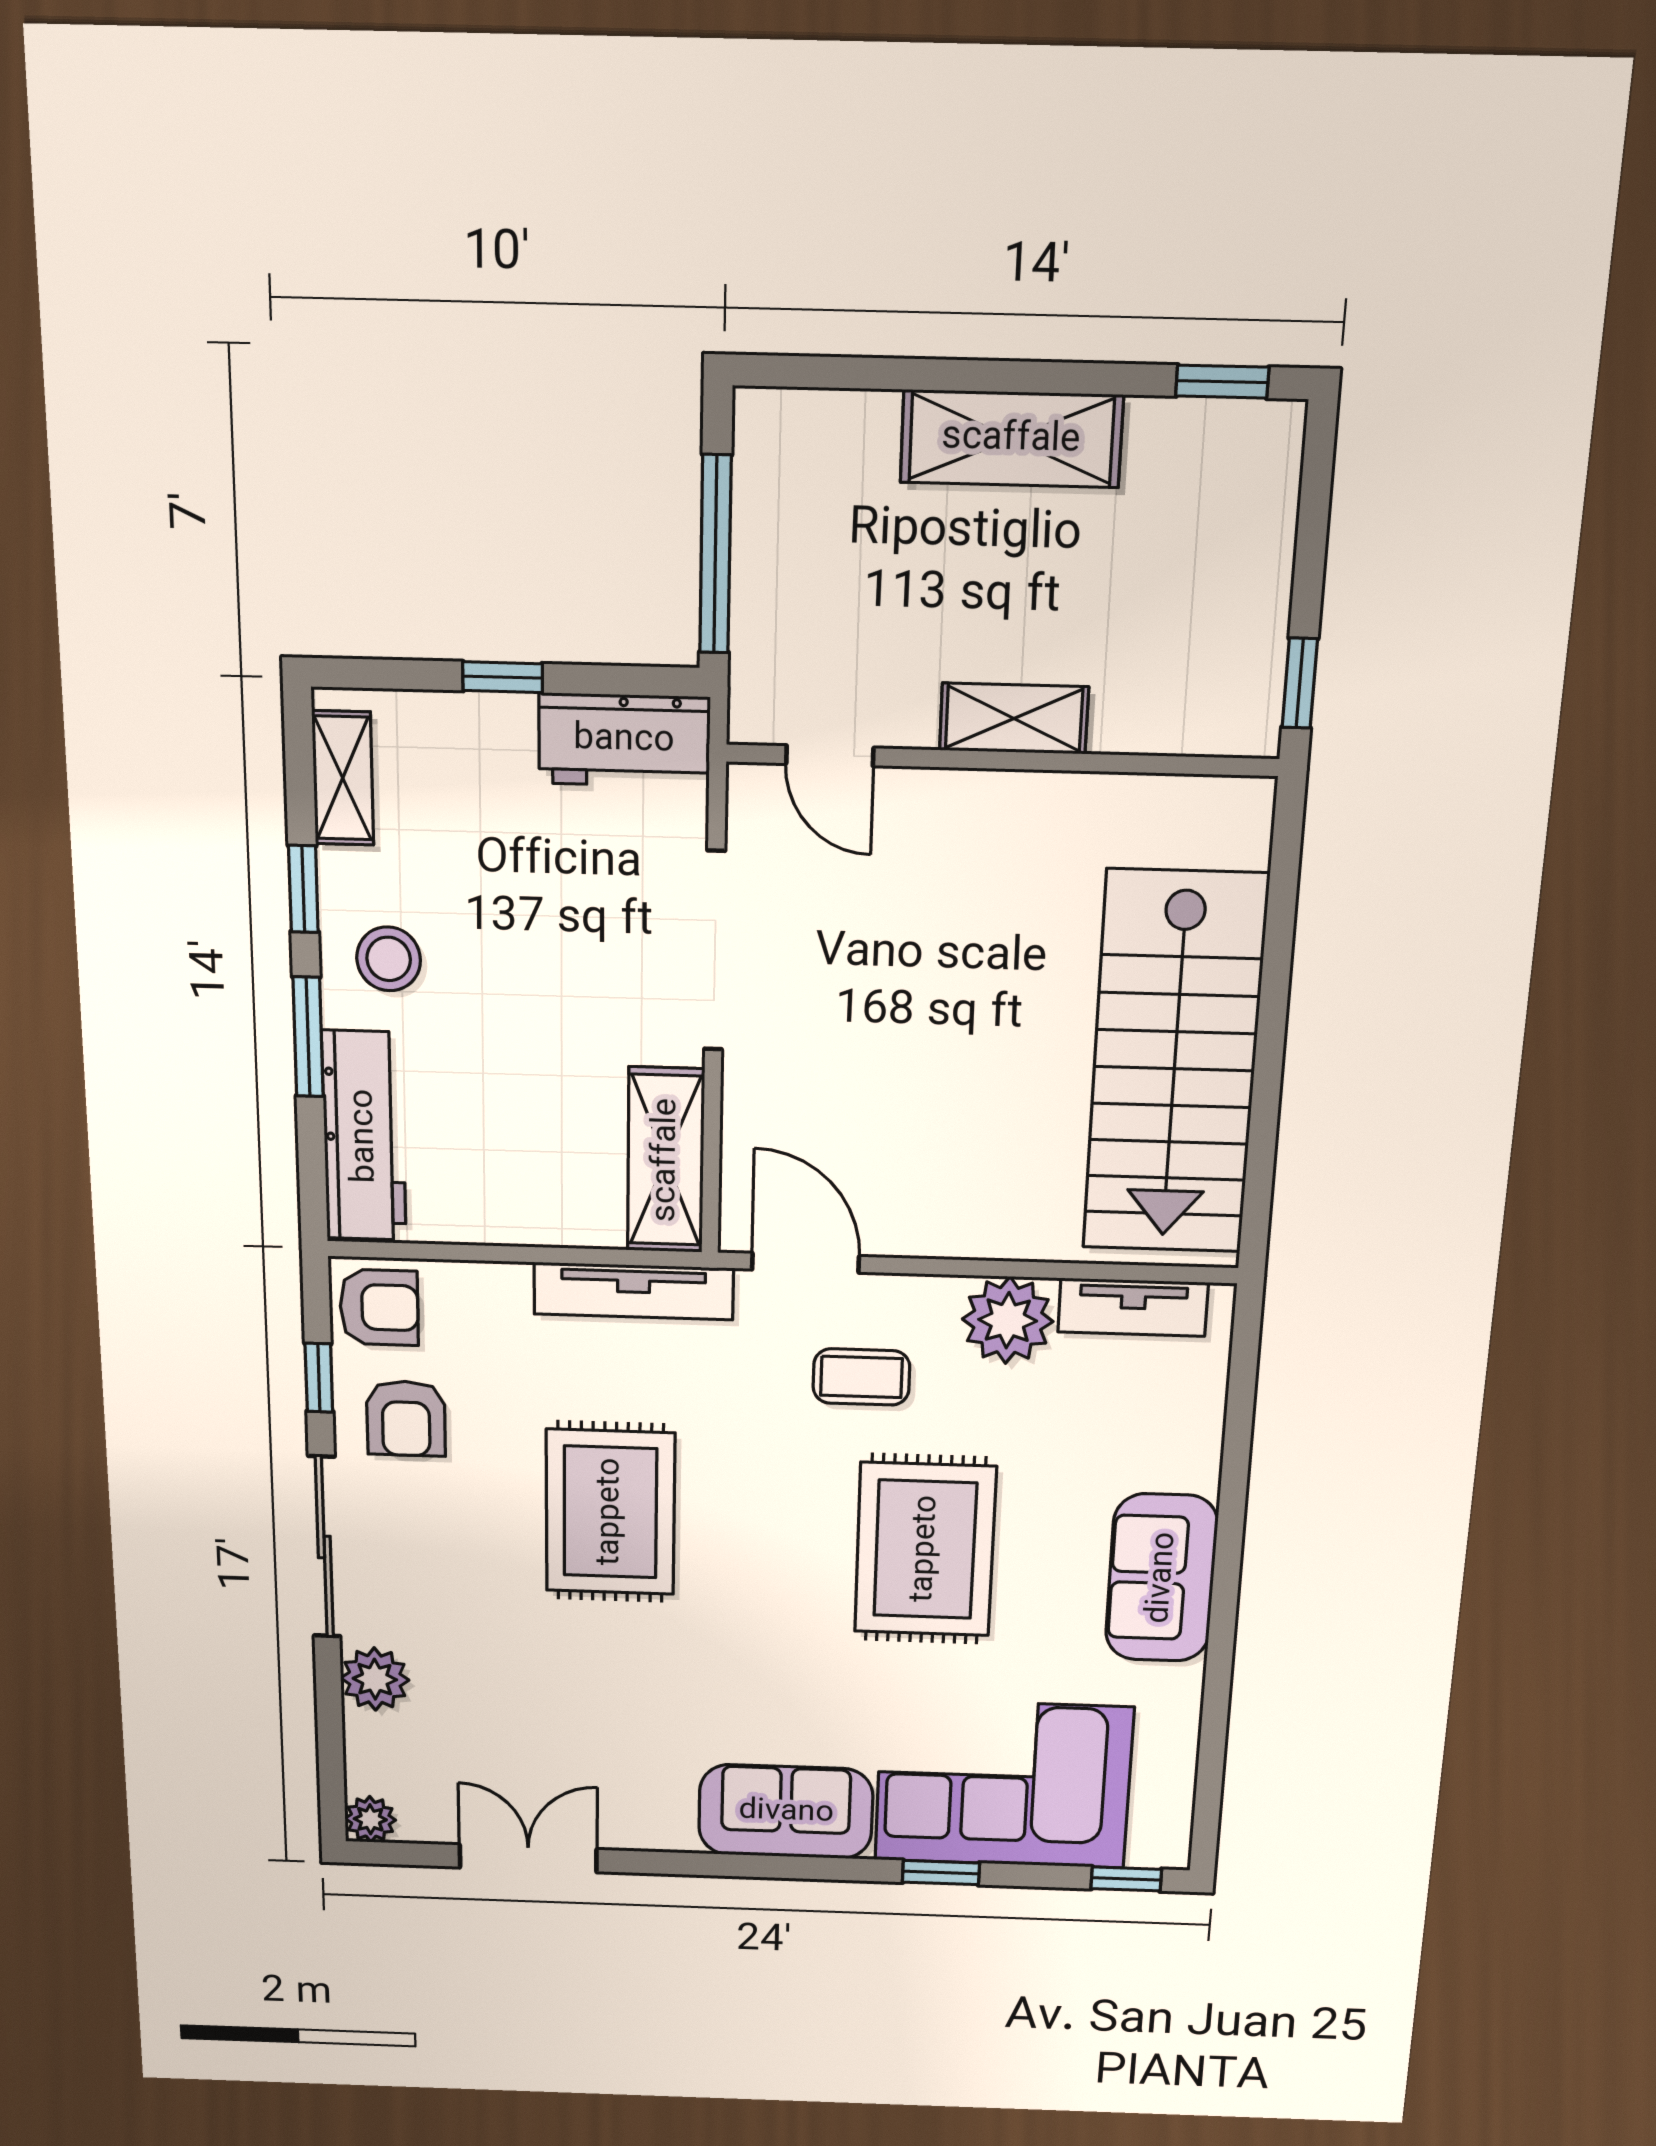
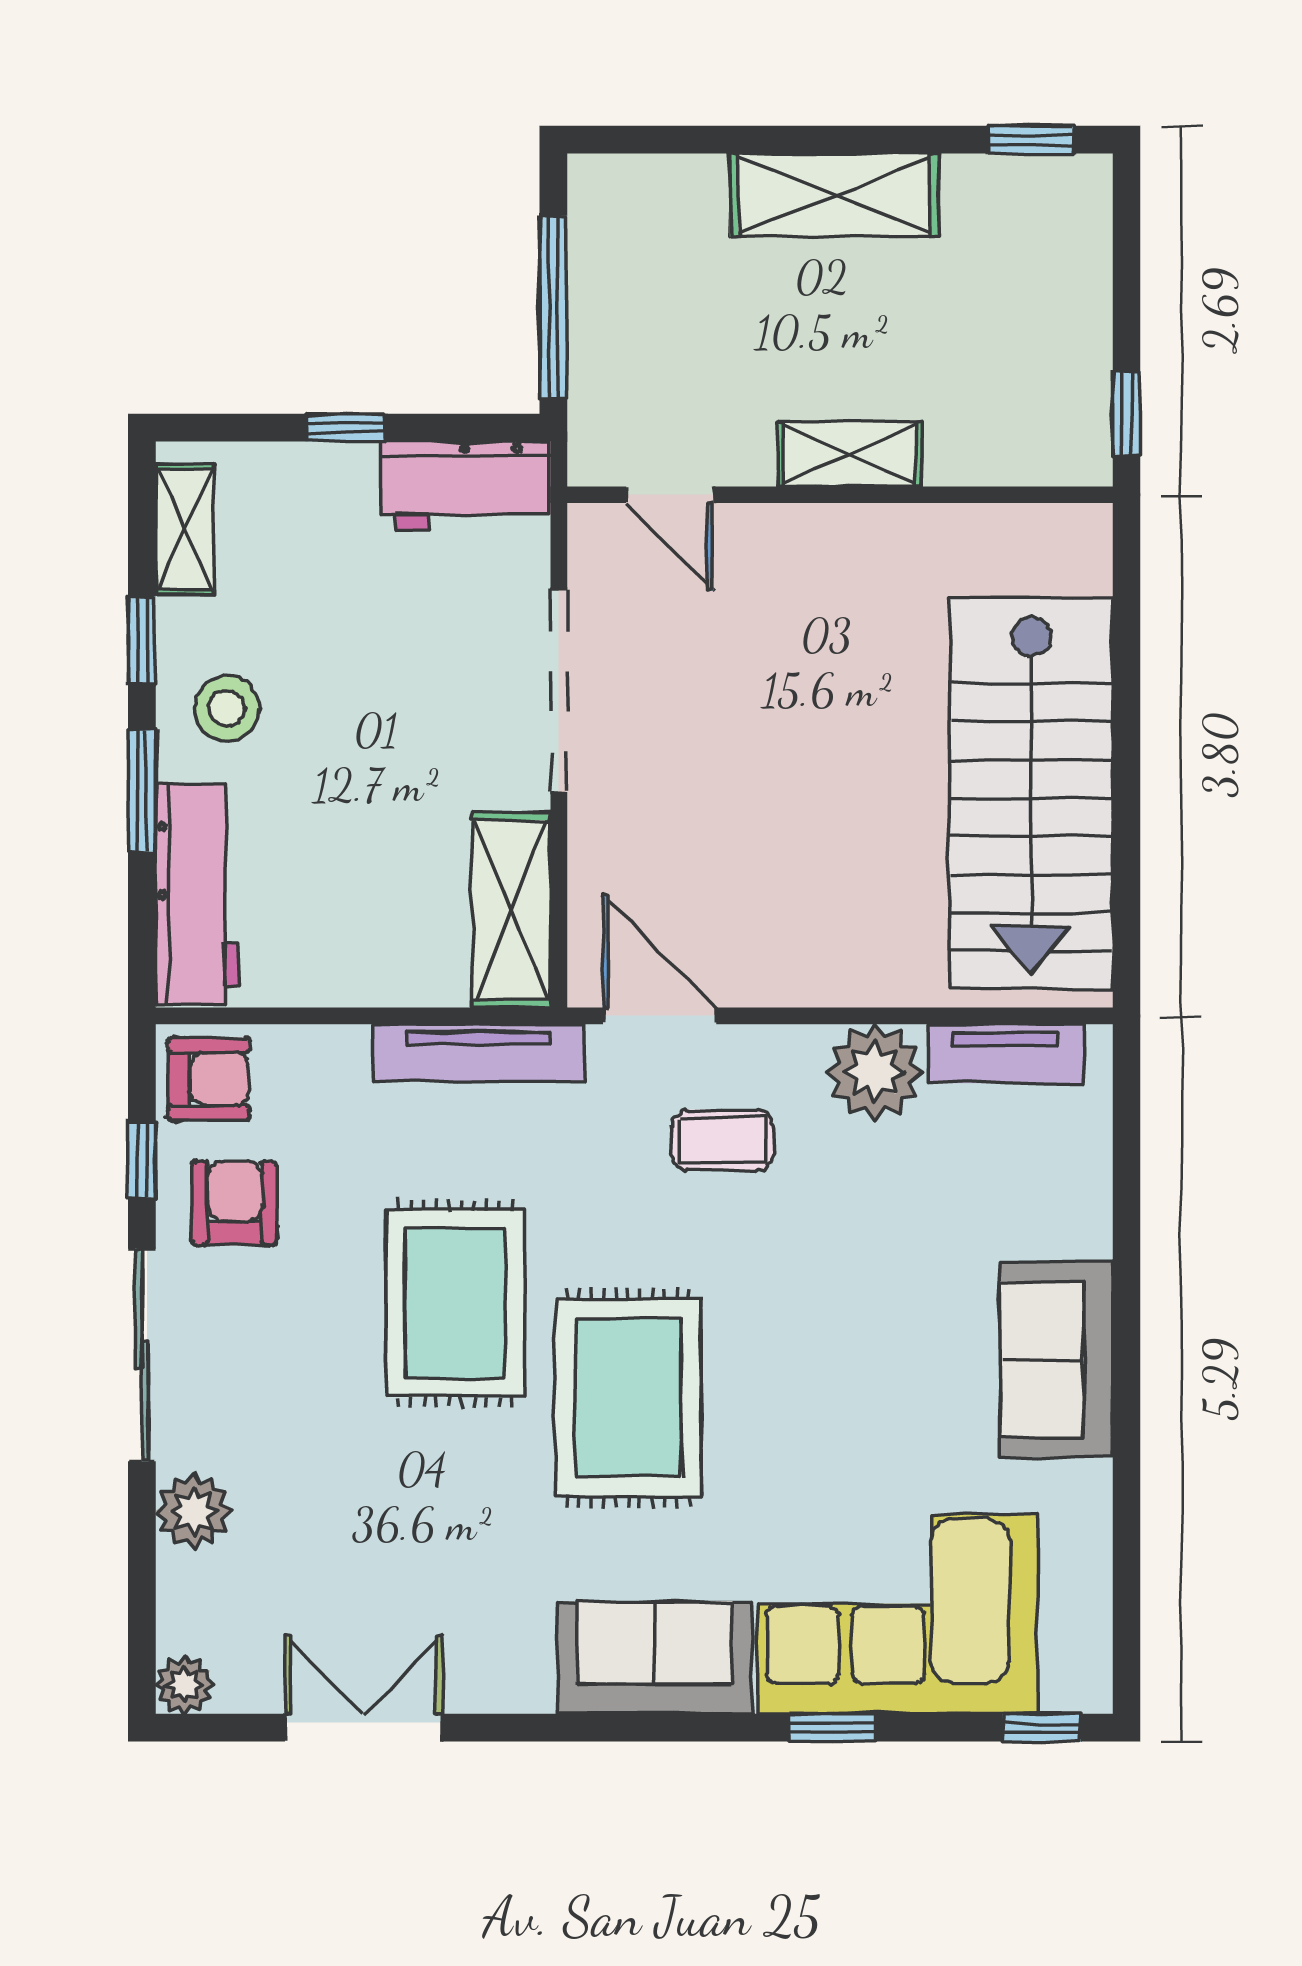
armchair: (406, 1418) -> (235, 1203), turned 180
rug: (925, 1549) -> (628, 1398), moved

